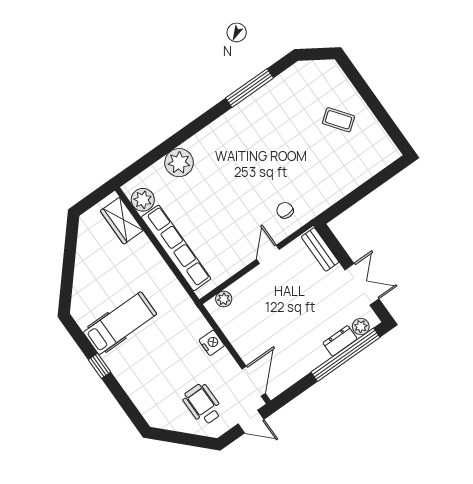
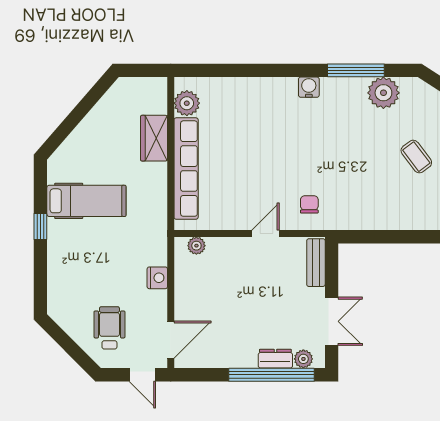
water cooler: (224, 125) -> (309, 87), added
plant: (179, 163) -> (383, 93), moved
wardrobe: (122, 221) -> (154, 138), moved

